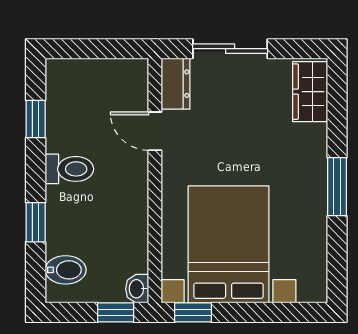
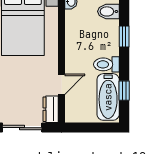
bathtub: (66, 107) -> (108, 97), added
door: (155, 131) -> (62, 84), hinge flipped

